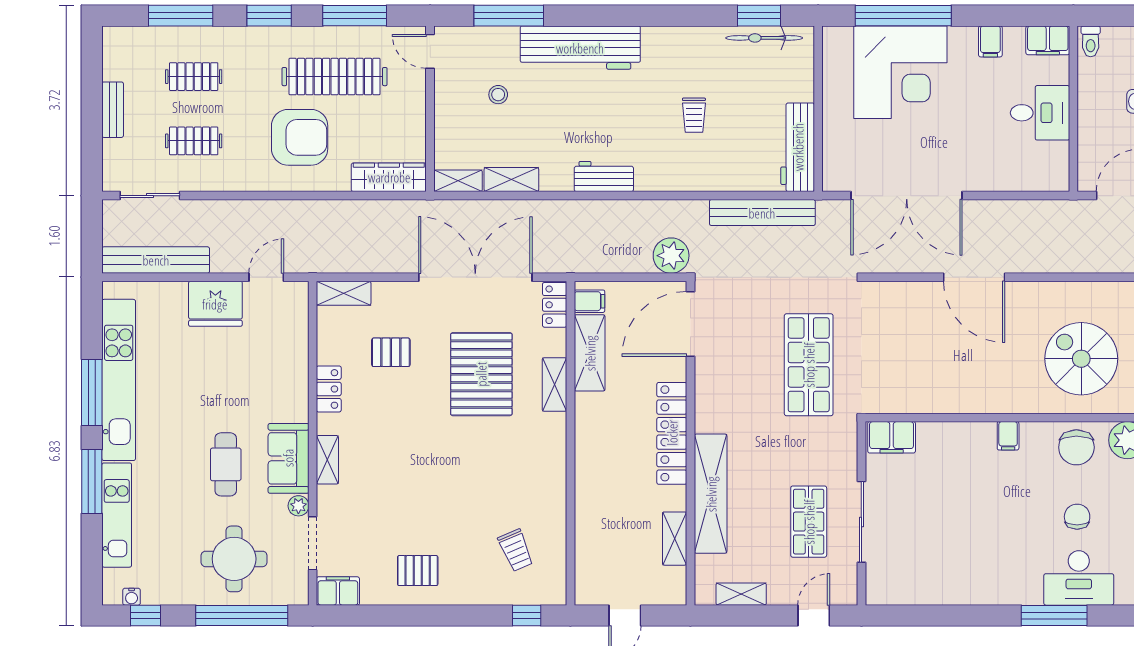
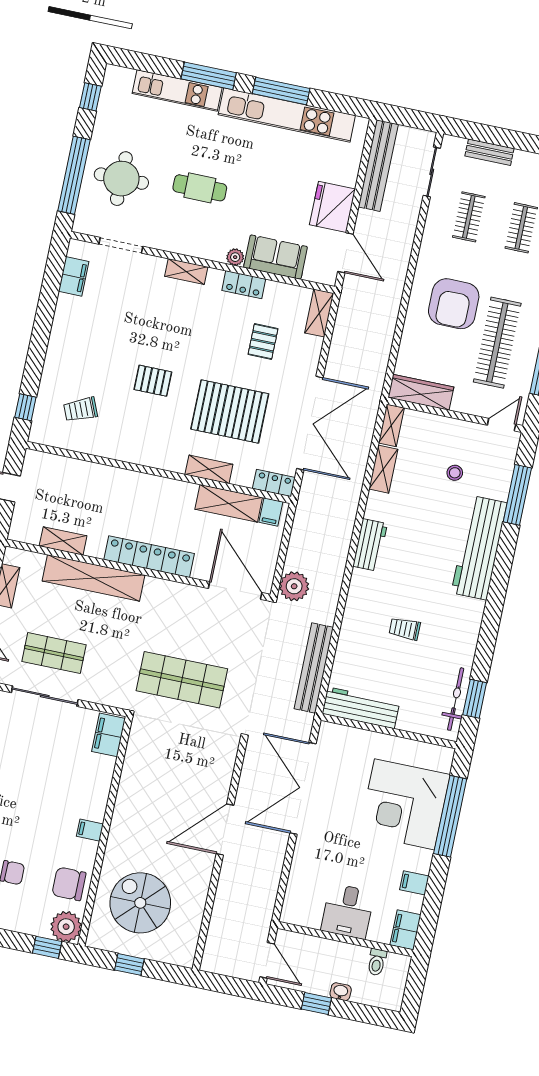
toilet: (1091, 41) -> (377, 962), moved, turned -90
bench: (113, 110) -> (489, 152), moved
wardrobe: (389, 177) -> (421, 392), moved, turned -90
door: (266, 277) -> (345, 253), width x1.38
spiral stairs: (1081, 359) -> (140, 903), turned -90
sofa: (288, 458) -> (276, 257), moved
plant: (298, 506) -> (235, 257), moved
pallet: (418, 571) -> (153, 381), moved, turned 90
filing cabinet: (338, 591) -> (74, 276), moved
water cooler: (132, 597) -> (108, 89), removed

